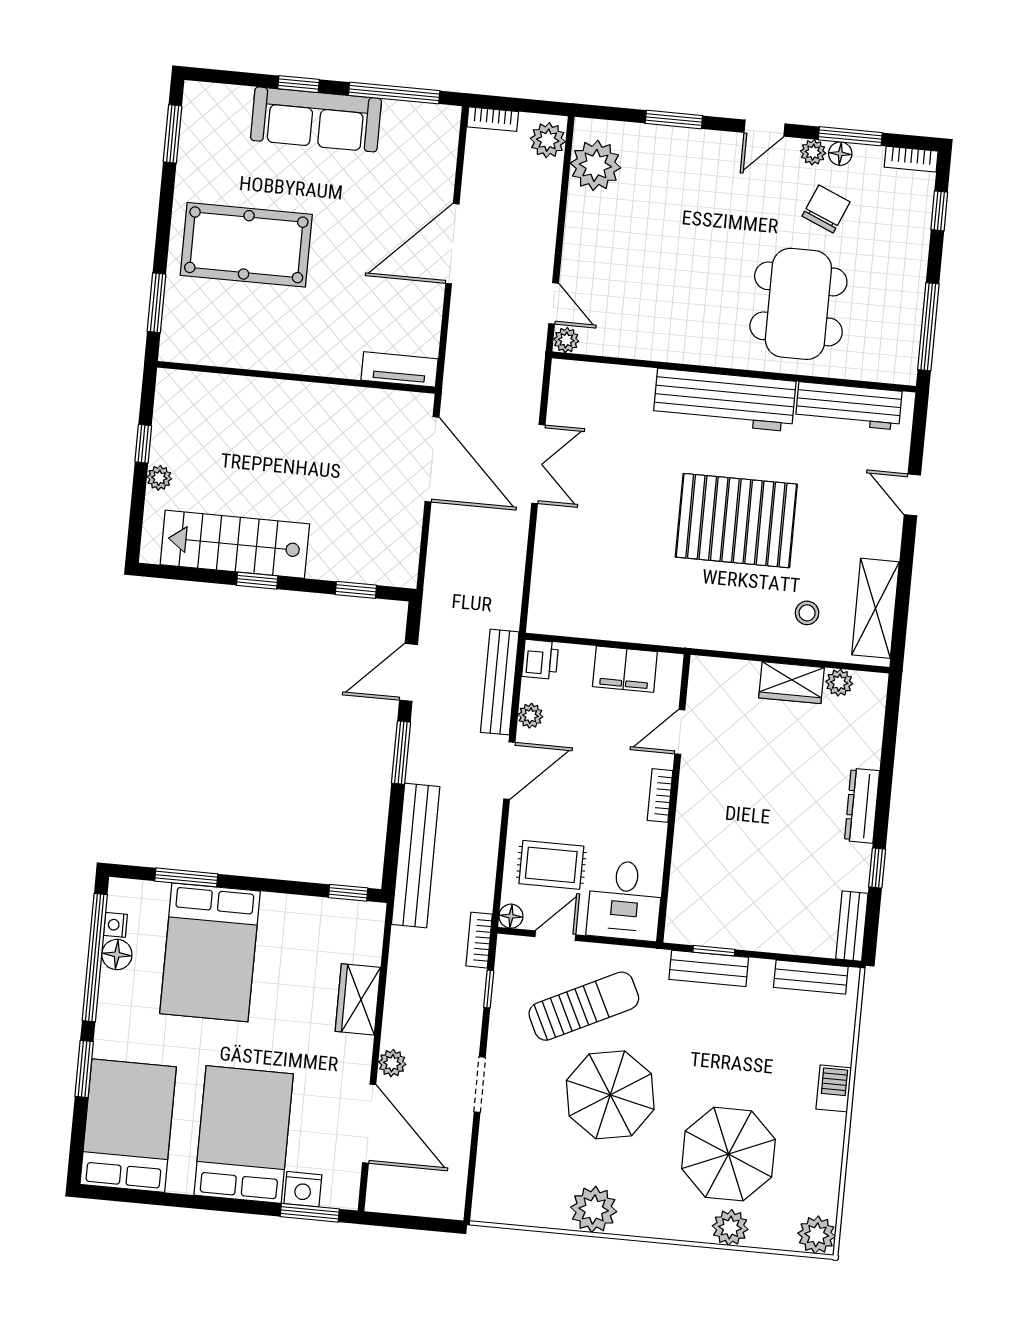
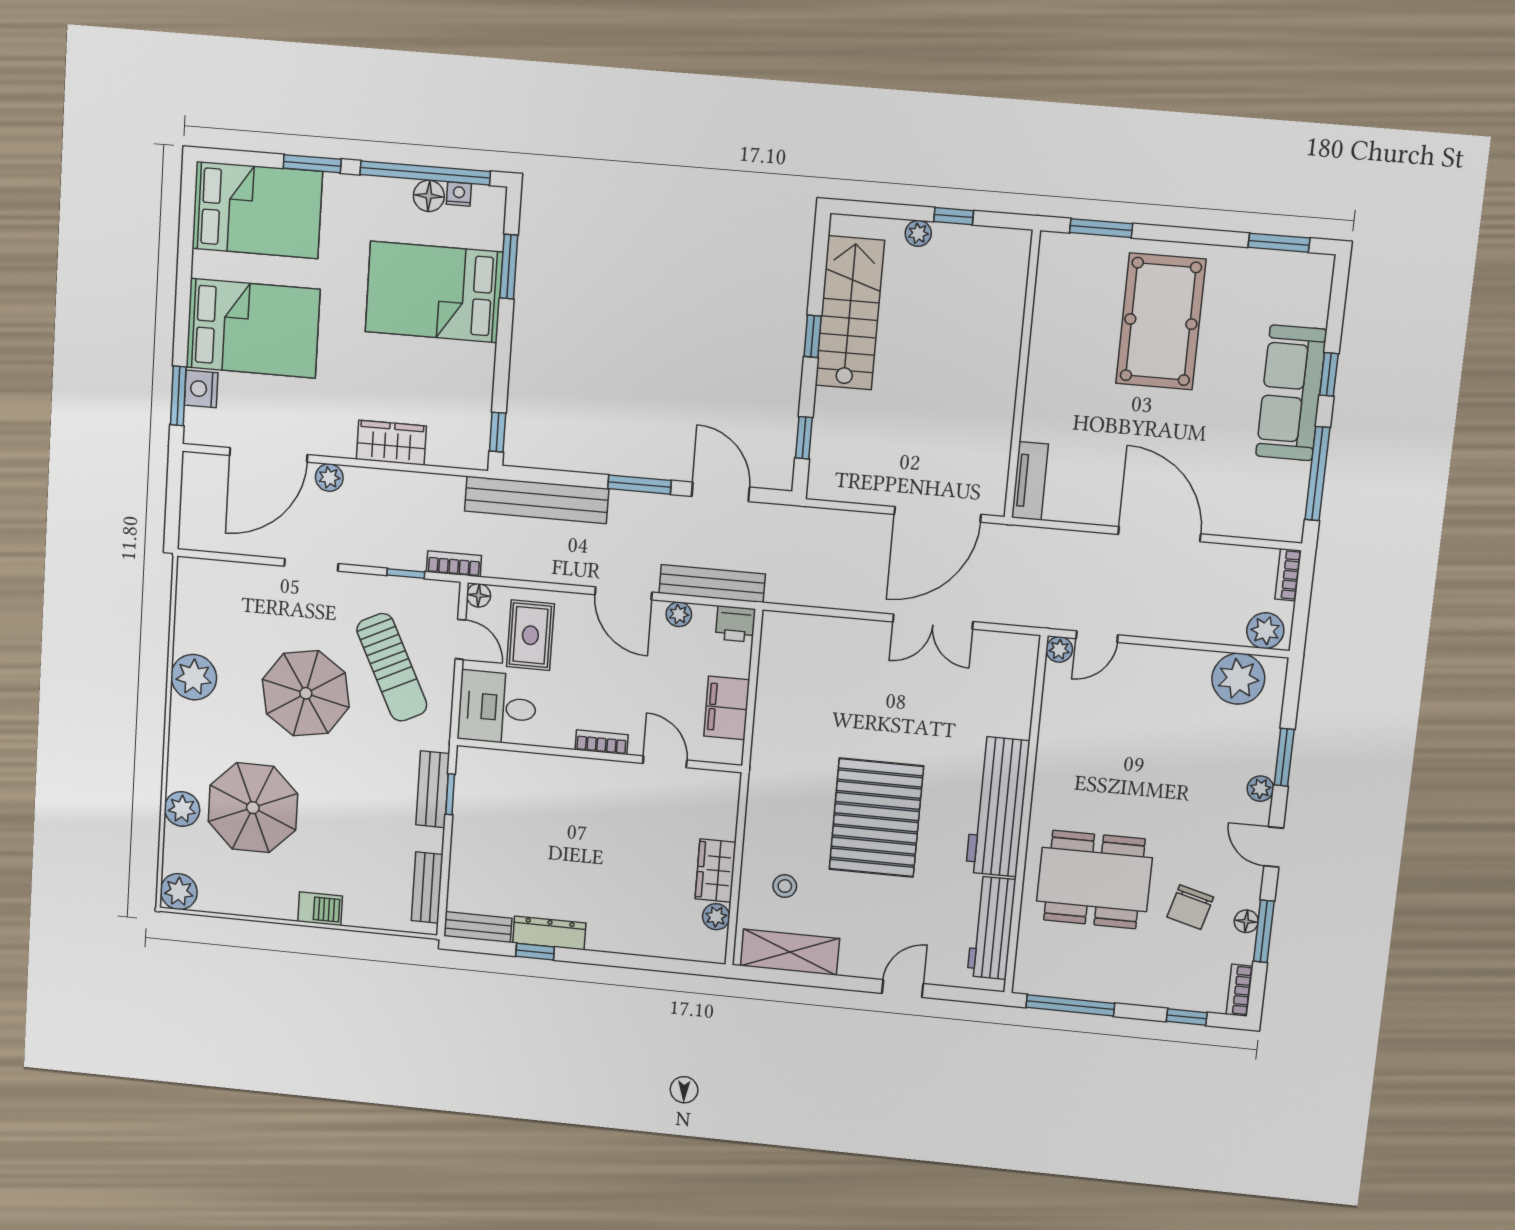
plant: (813, 152) -> (1260, 789), moved
chair: (826, 209) -> (1190, 907), turned 82
dresser: (862, 806) -> (549, 933), moved

